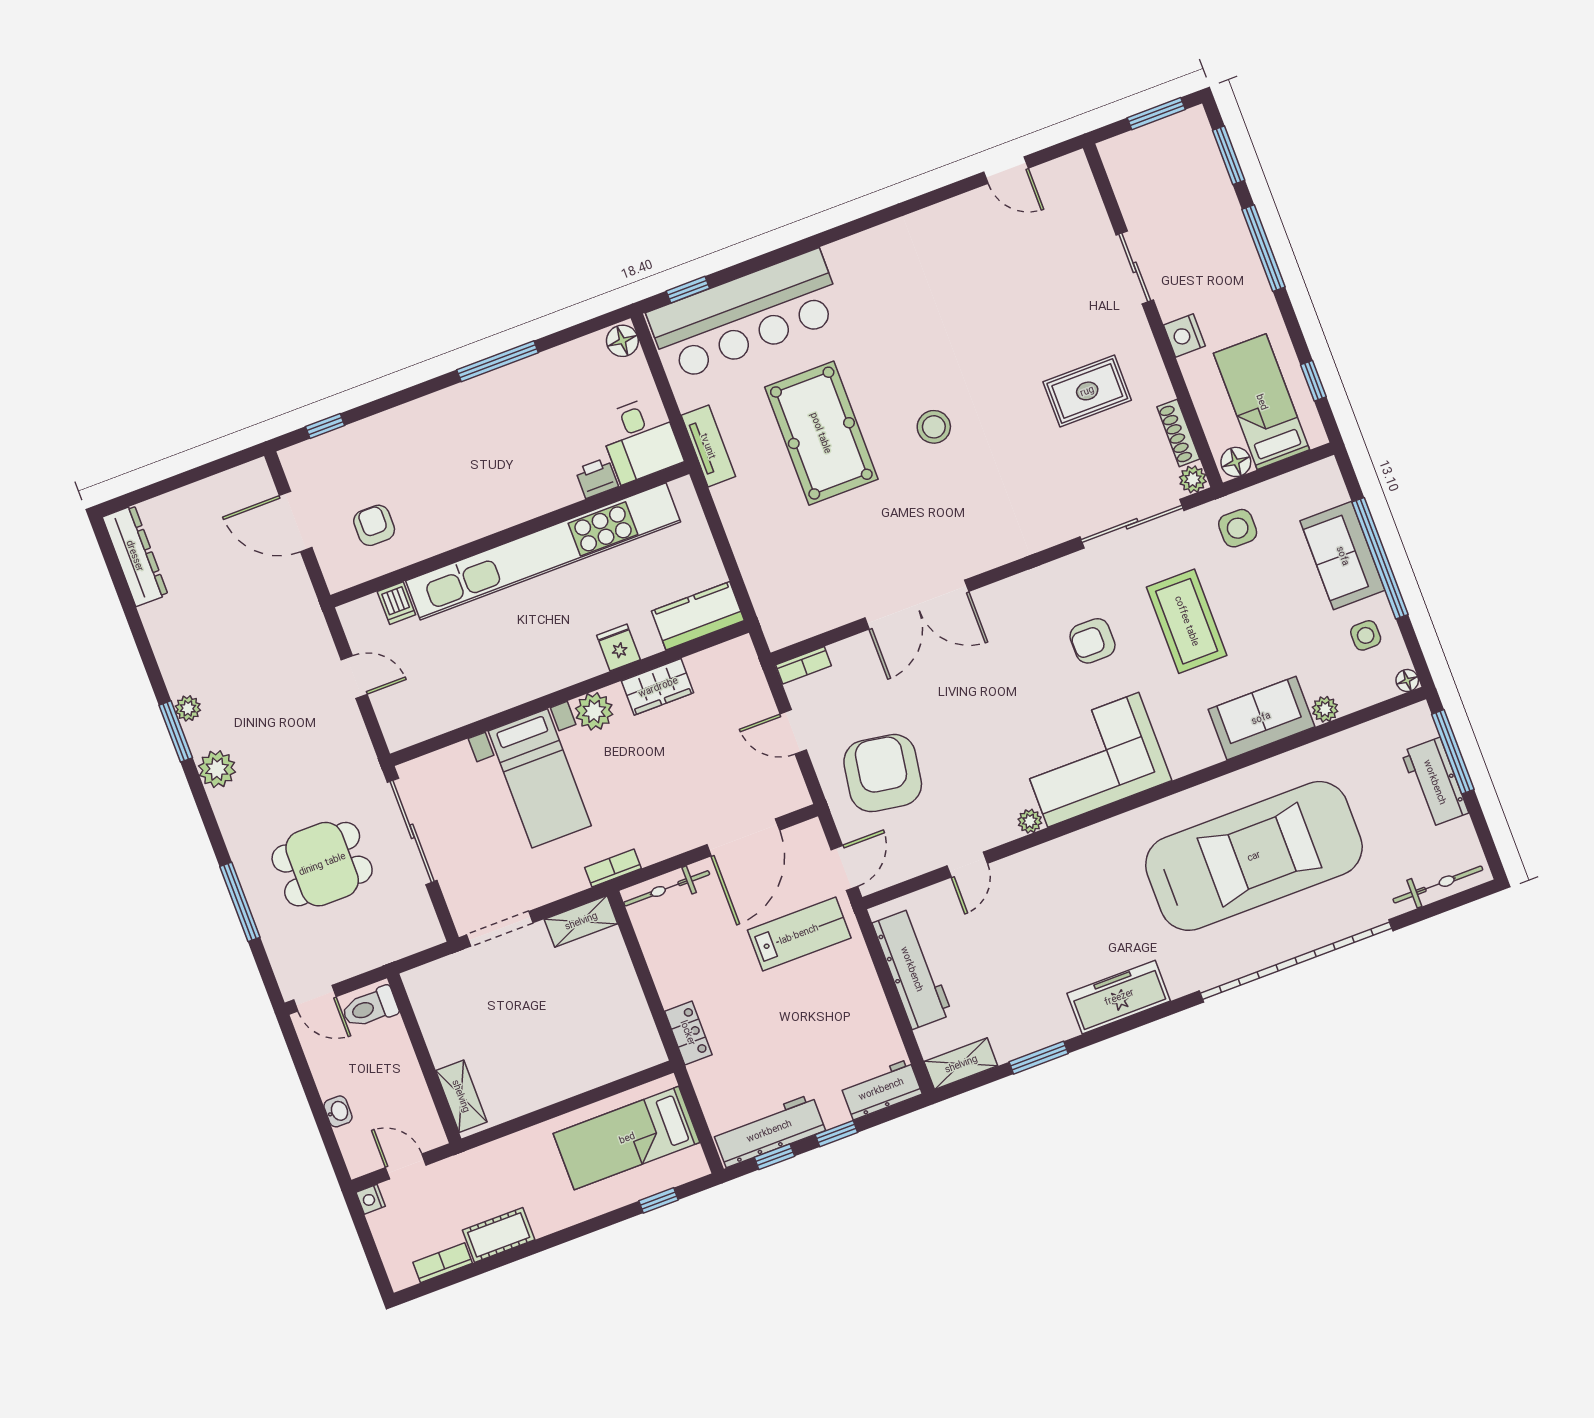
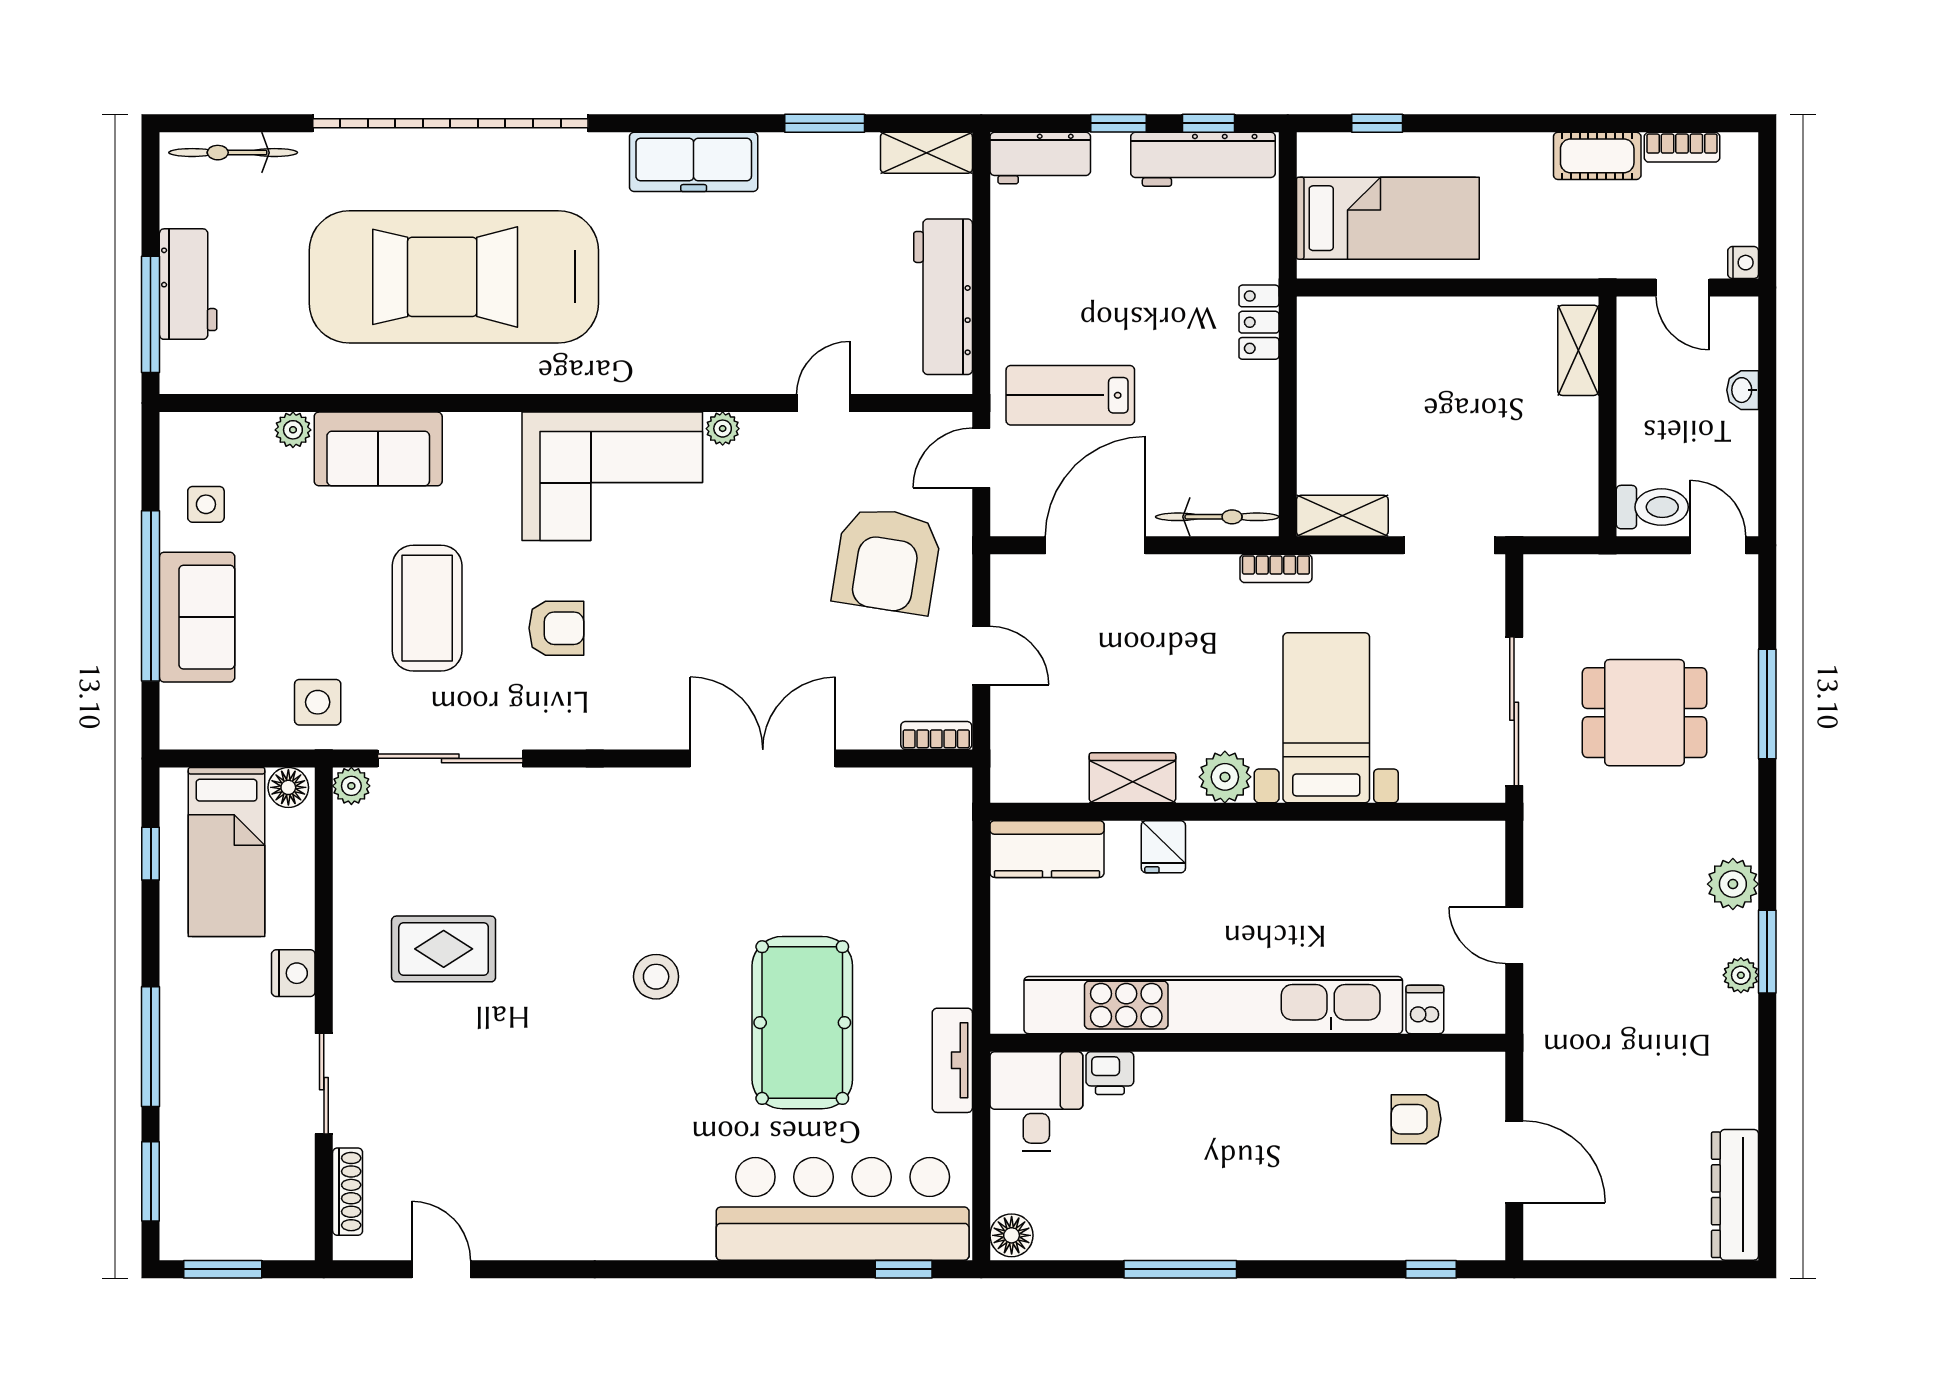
shoe rack: (1178, 433) -> (348, 1192), moved
armchair: (374, 525) -> (1416, 1119), turned 90
floor lamp: (1407, 680) -> (175, 427), removed

